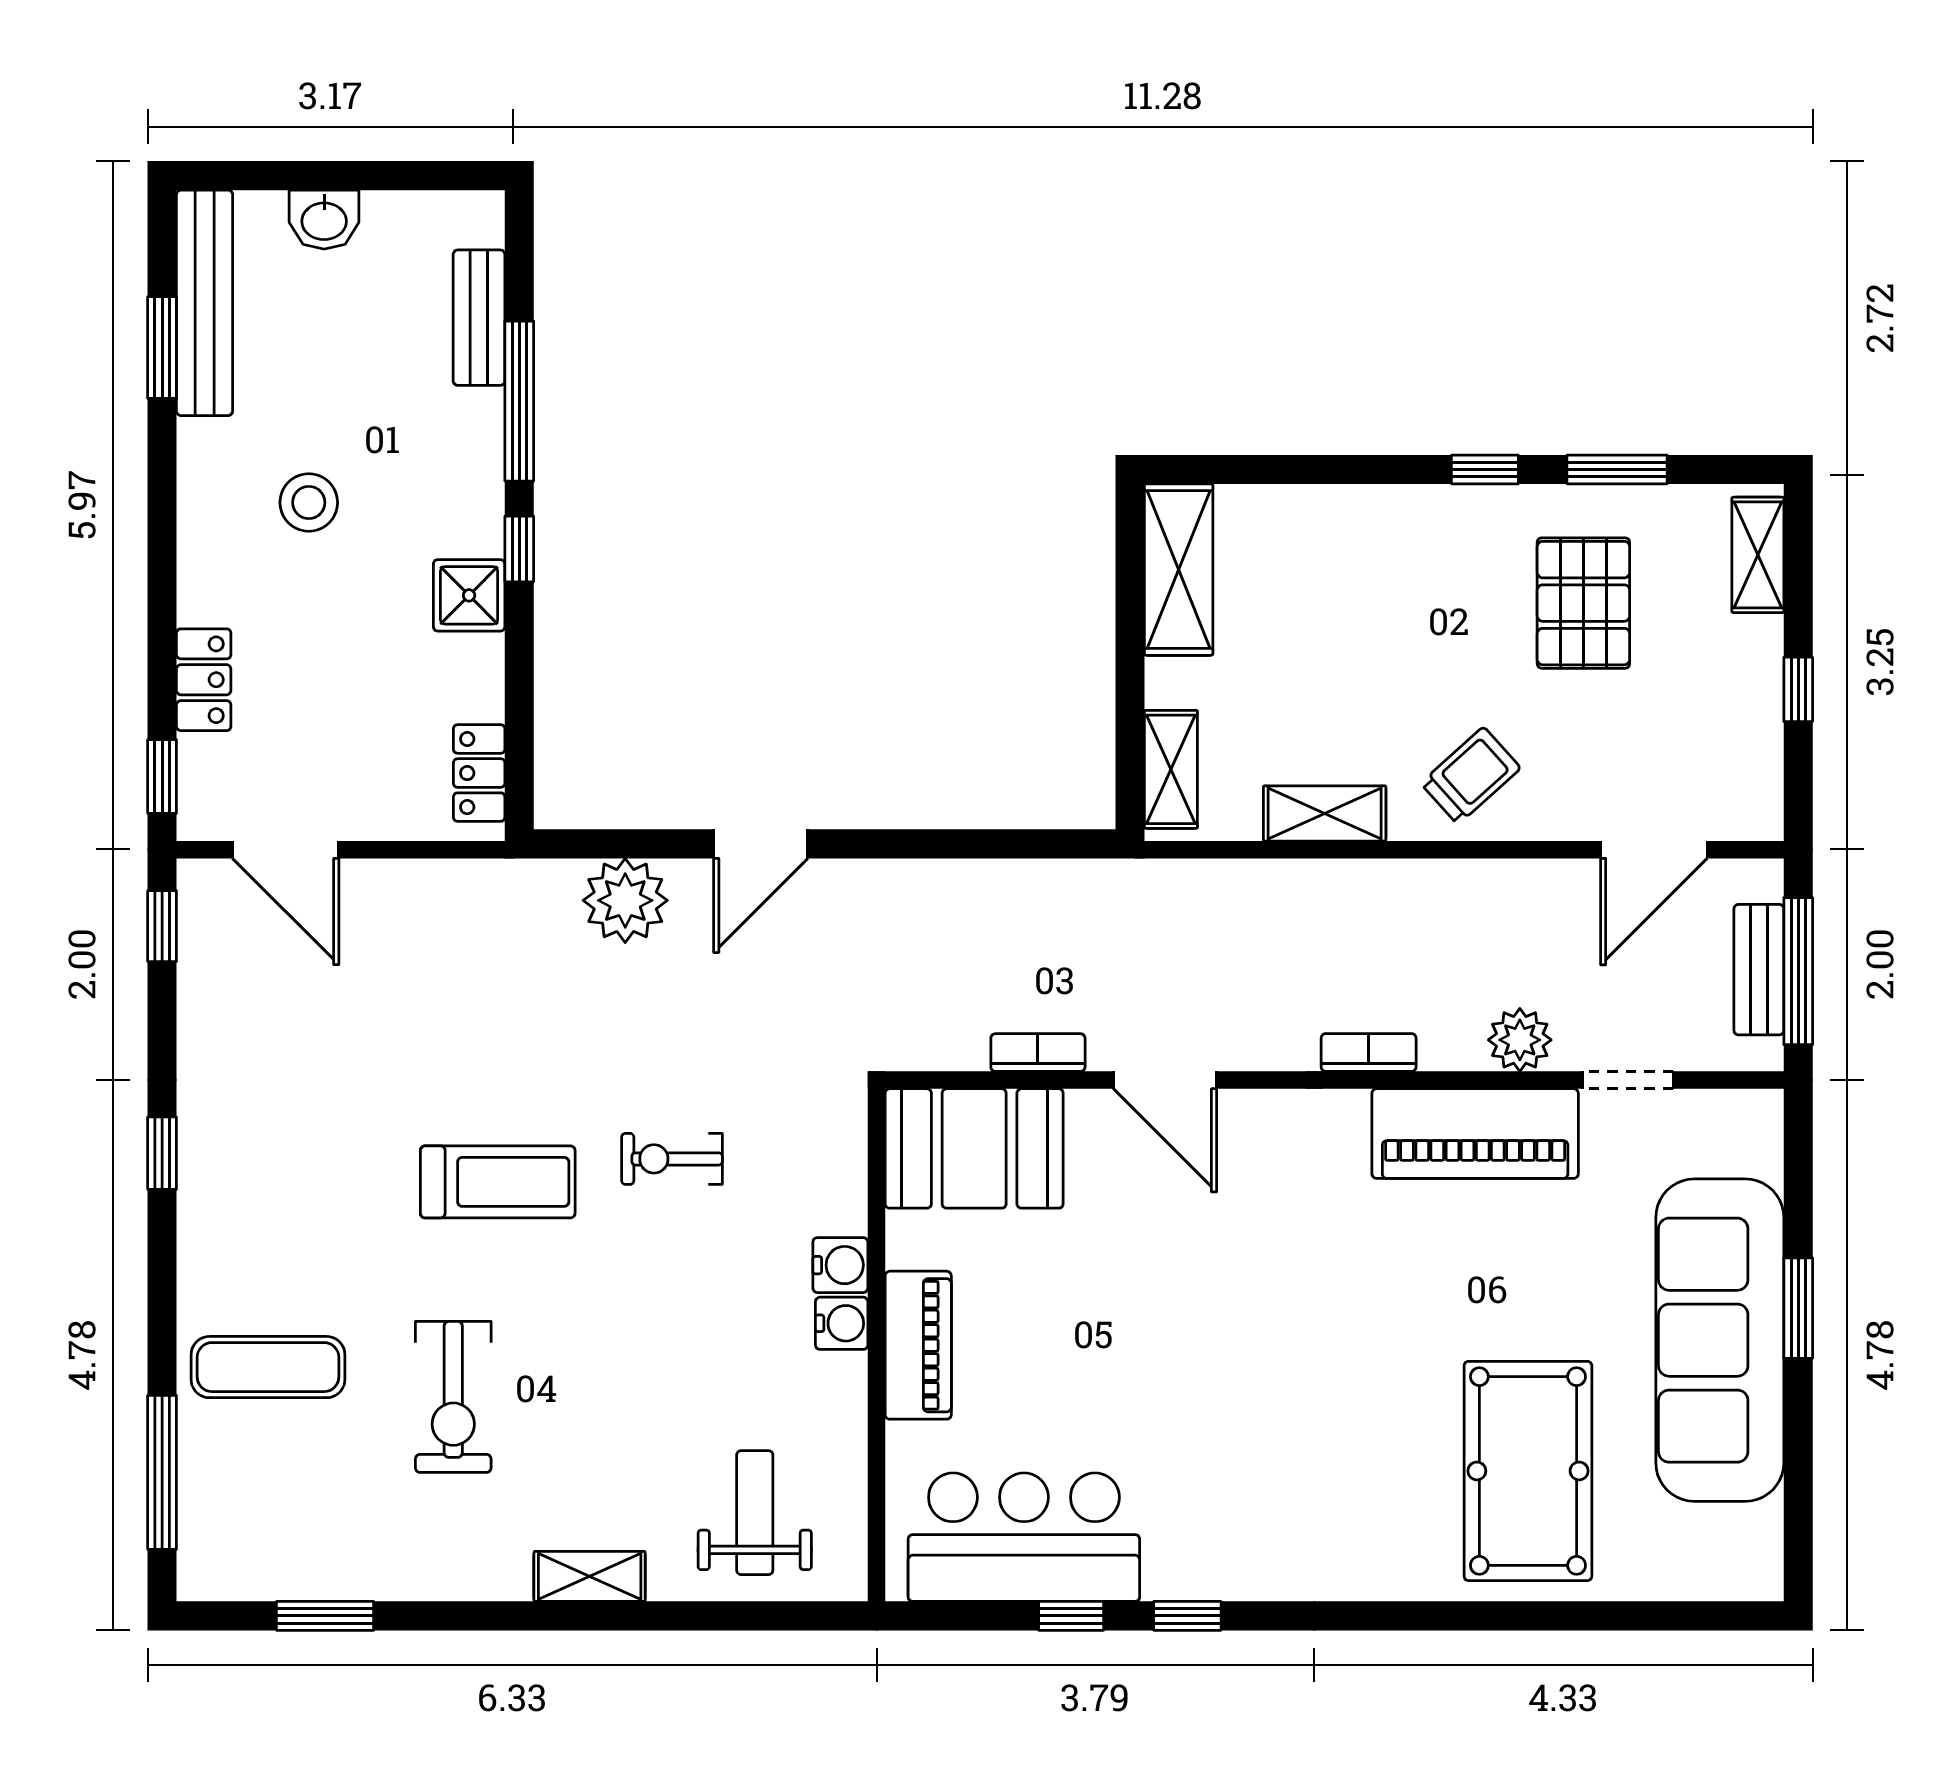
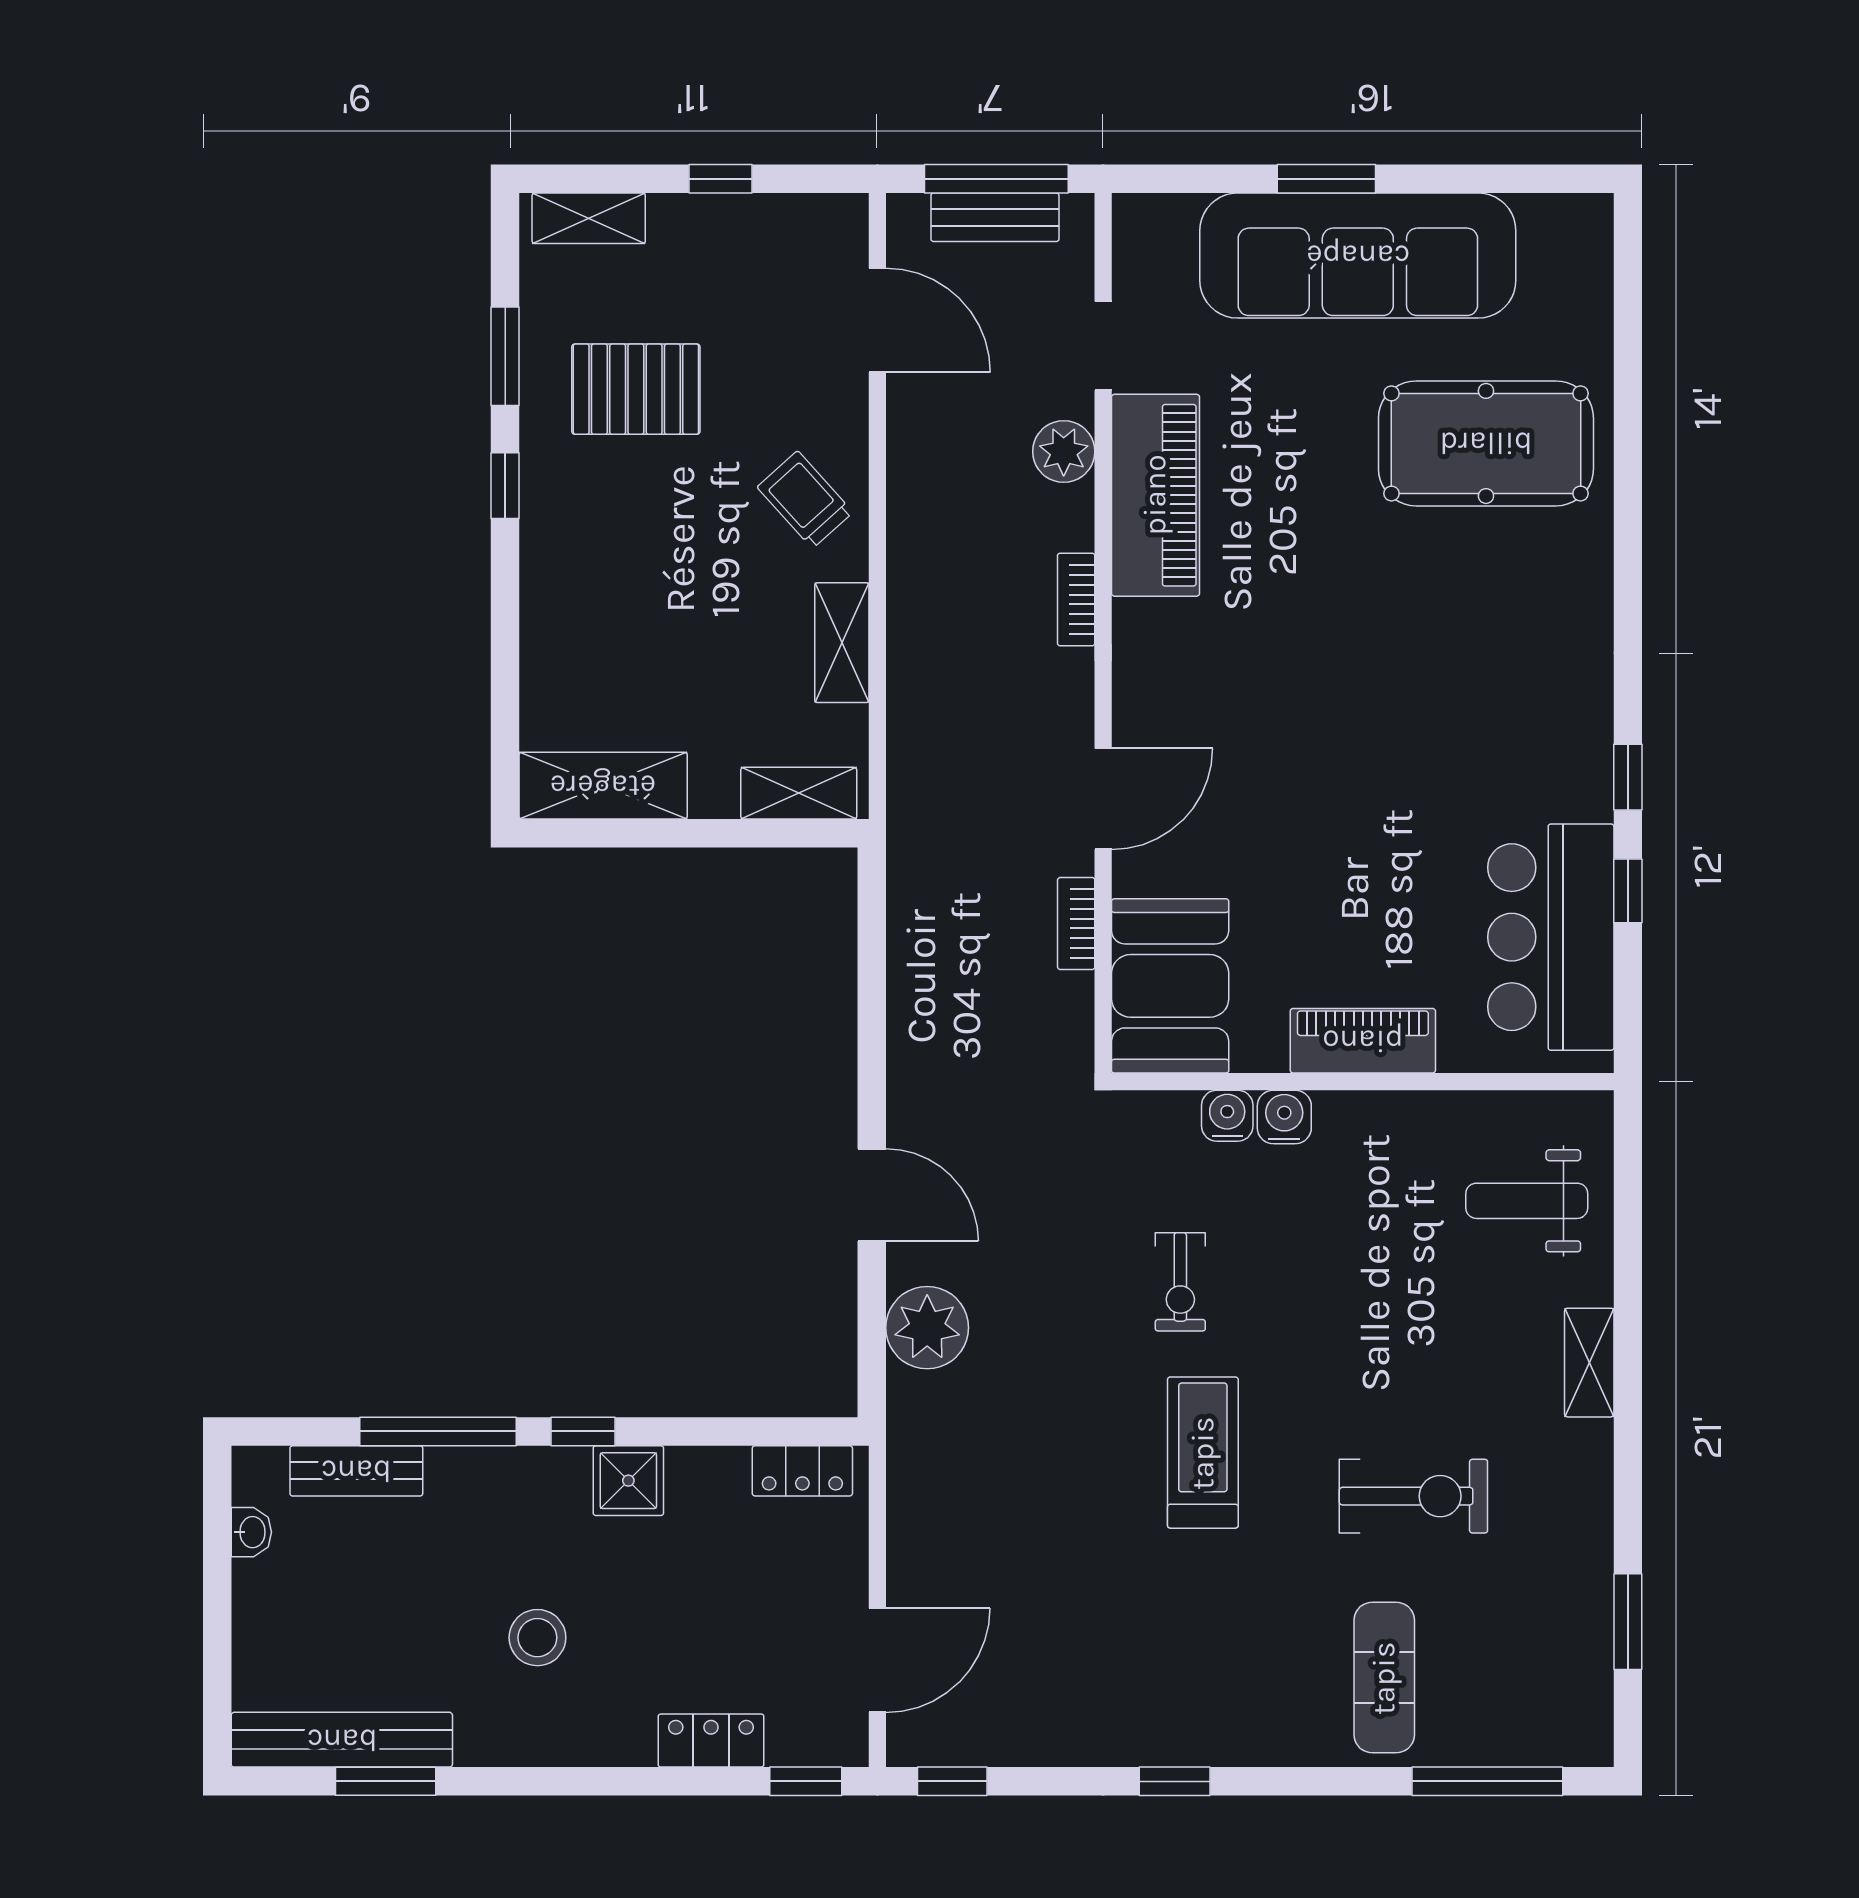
washbasin: (324, 220) -> (251, 1532), moved, width x0.72, depth x0.69
water cooler: (842, 1323) -> (1227, 1116), moved

